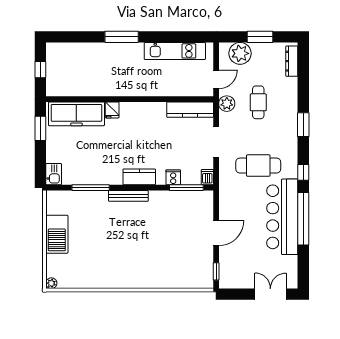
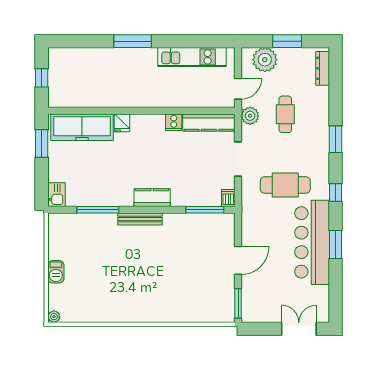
cooker: (173, 177) -> (174, 122), moved, turned 180
window: (303, 219) -> (335, 244), width x0.47
barbecue: (57, 234) -> (56, 272), width x0.53, depth x0.65
window: (216, 271) -> (238, 303), width x1.50

